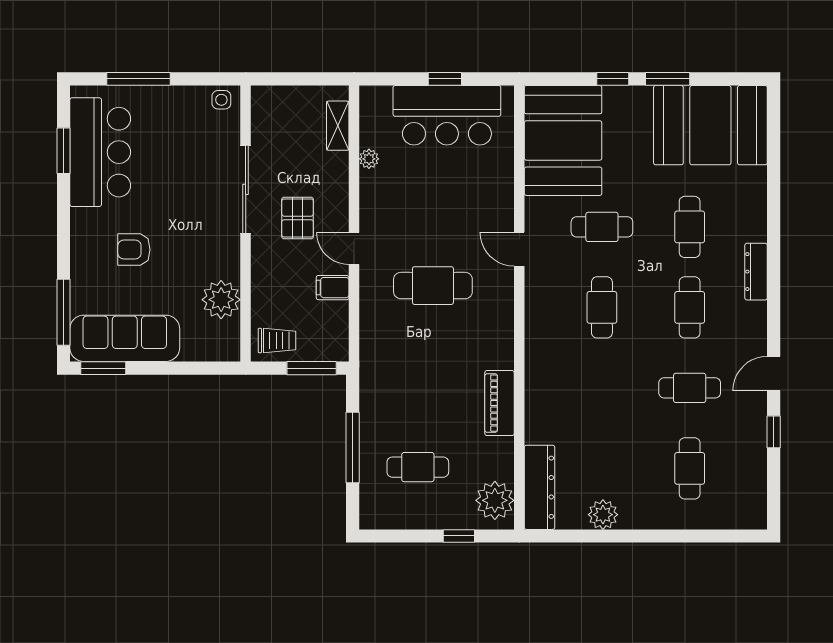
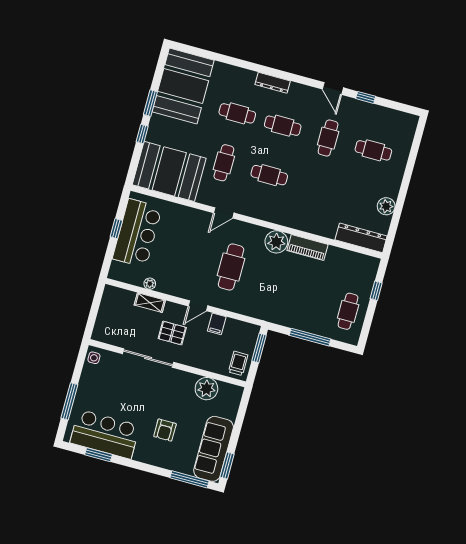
shelving: (338, 126) -> (150, 303), moved
cafe table: (418, 467) -> (348, 311), moved
plant: (495, 500) -> (276, 242), moved

